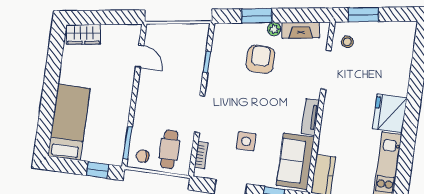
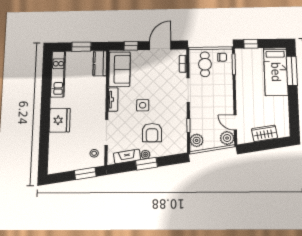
window: (257, 16) -> (146, 164), moved
wardrobe: (83, 34) -> (264, 133), moved
plant: (155, 35) -> (227, 138), added
plant: (198, 39) -> (197, 140), added
fridge: (390, 113) -> (60, 120), moved
window: (46, 120) -> (292, 71), added
side table: (246, 141) -> (143, 105), moved

